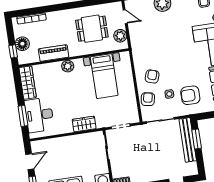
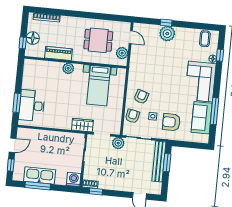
wardrobe: (28, 83) -> (29, 74), removed
wardrobe: (84, 124) -> (82, 125), moved
plant: (140, 131) -> (118, 143), added

